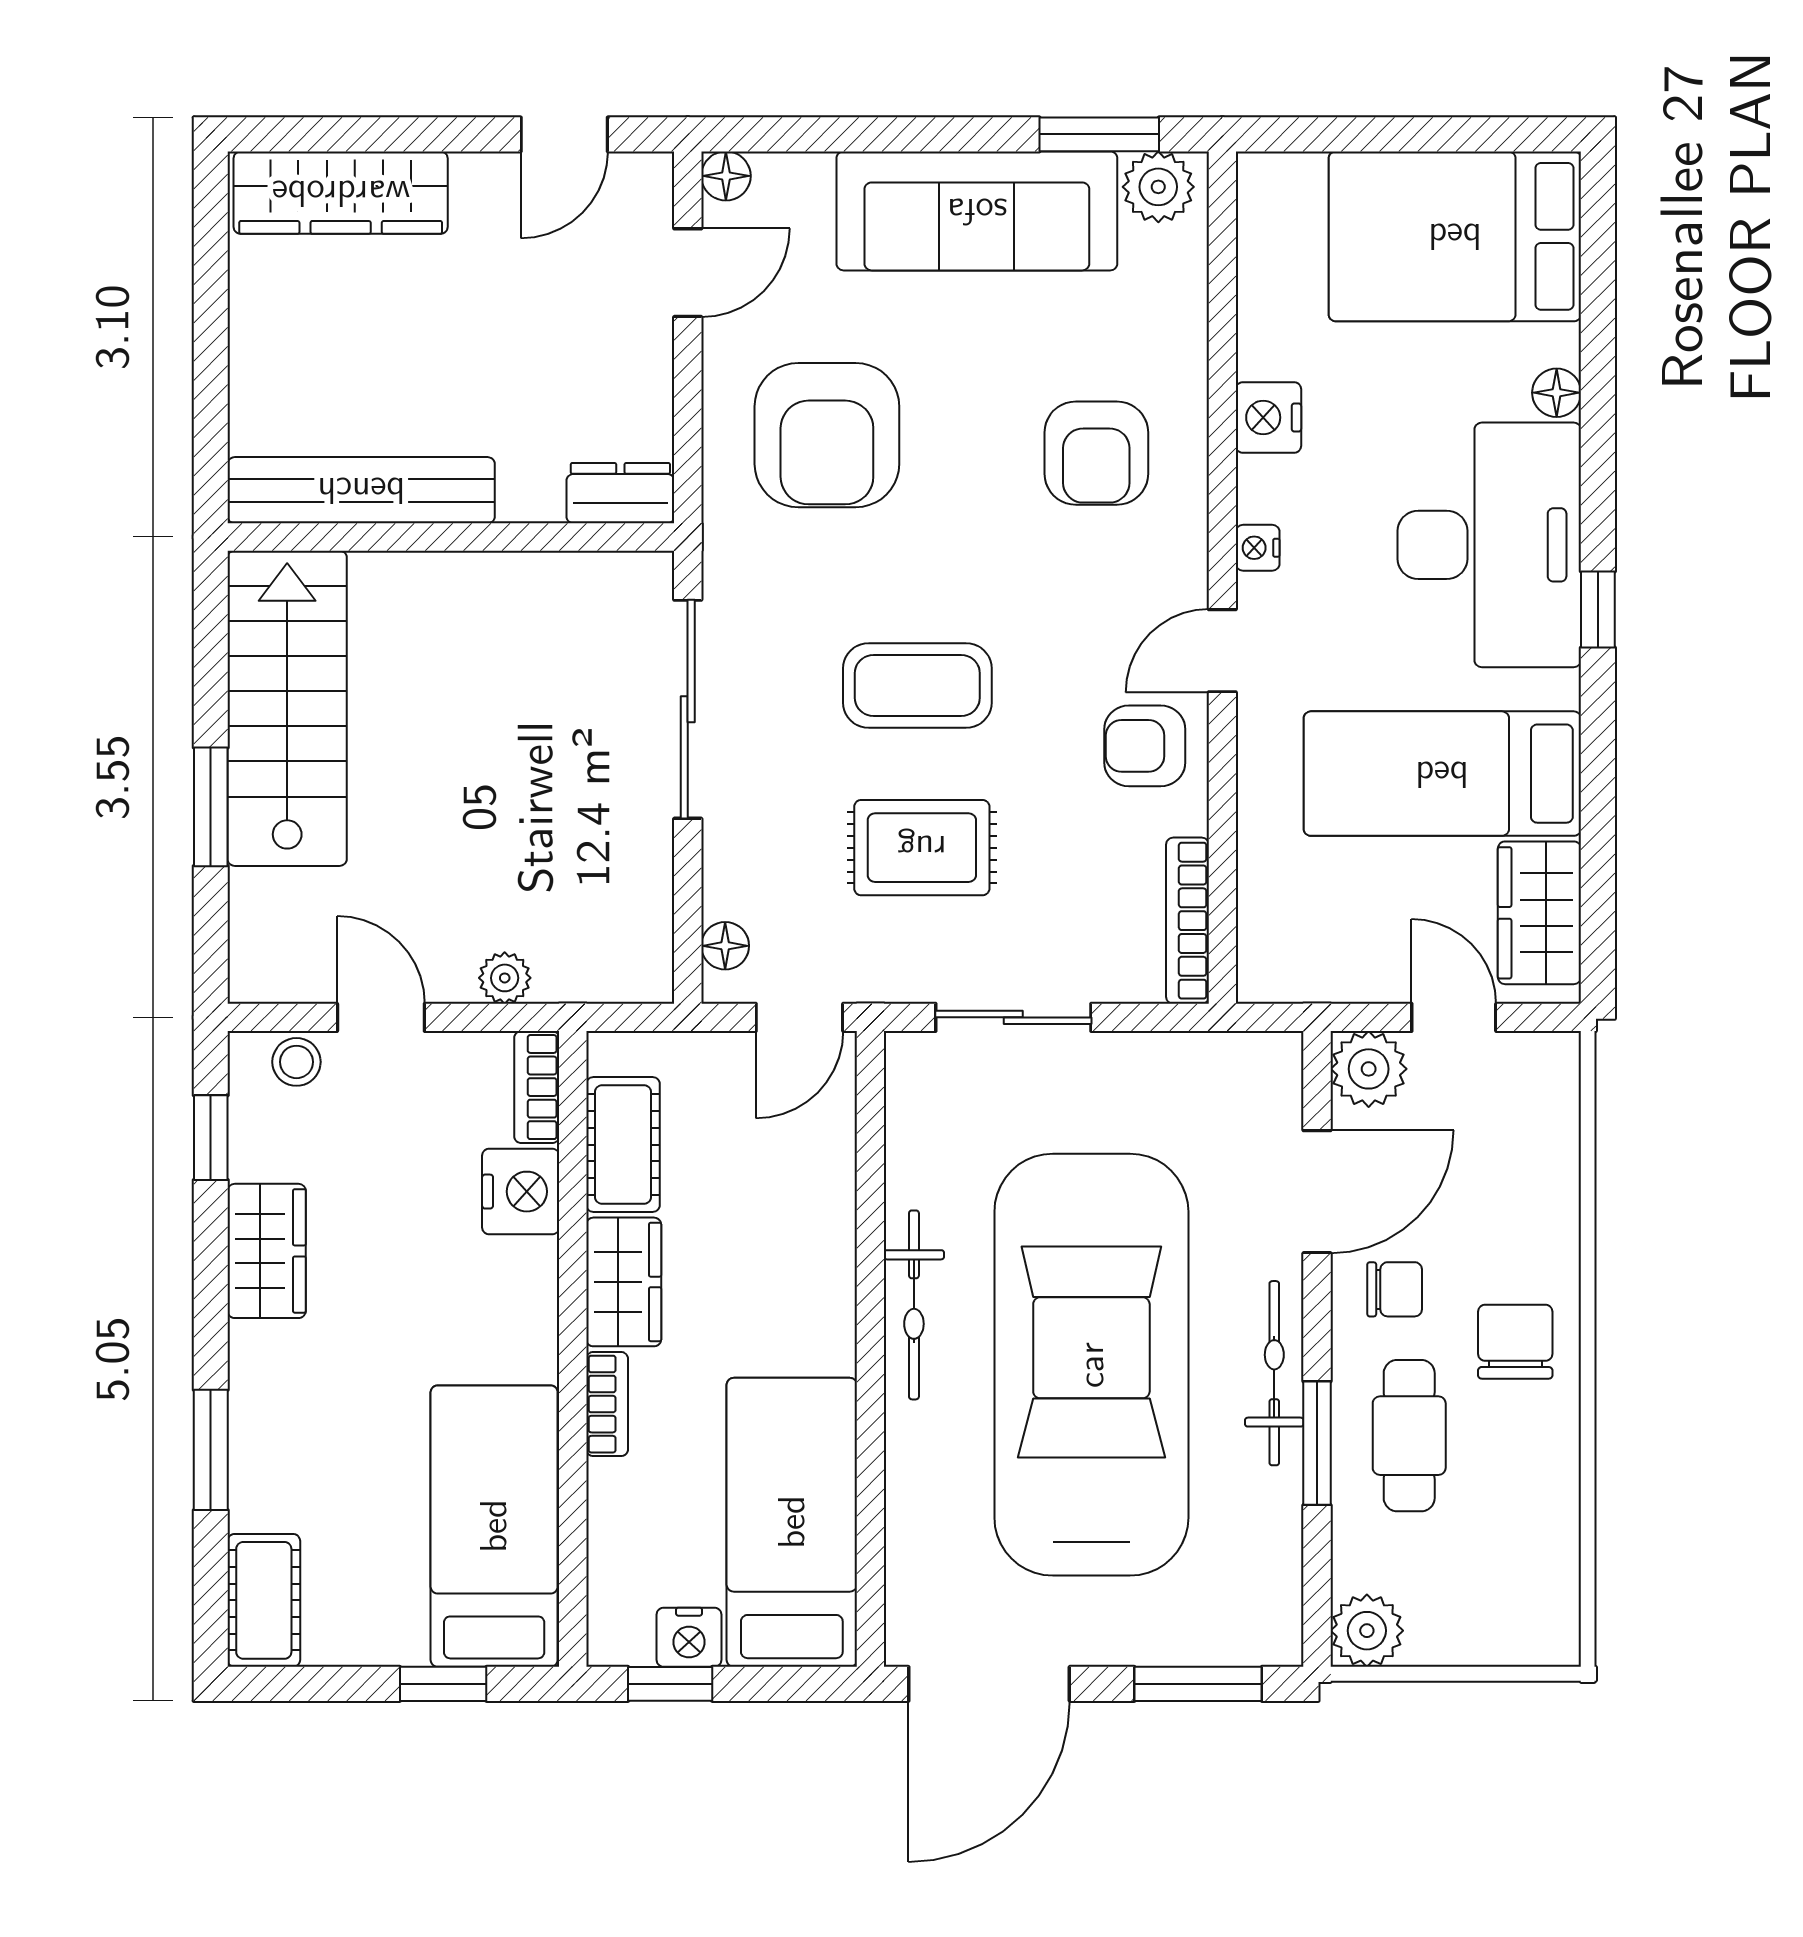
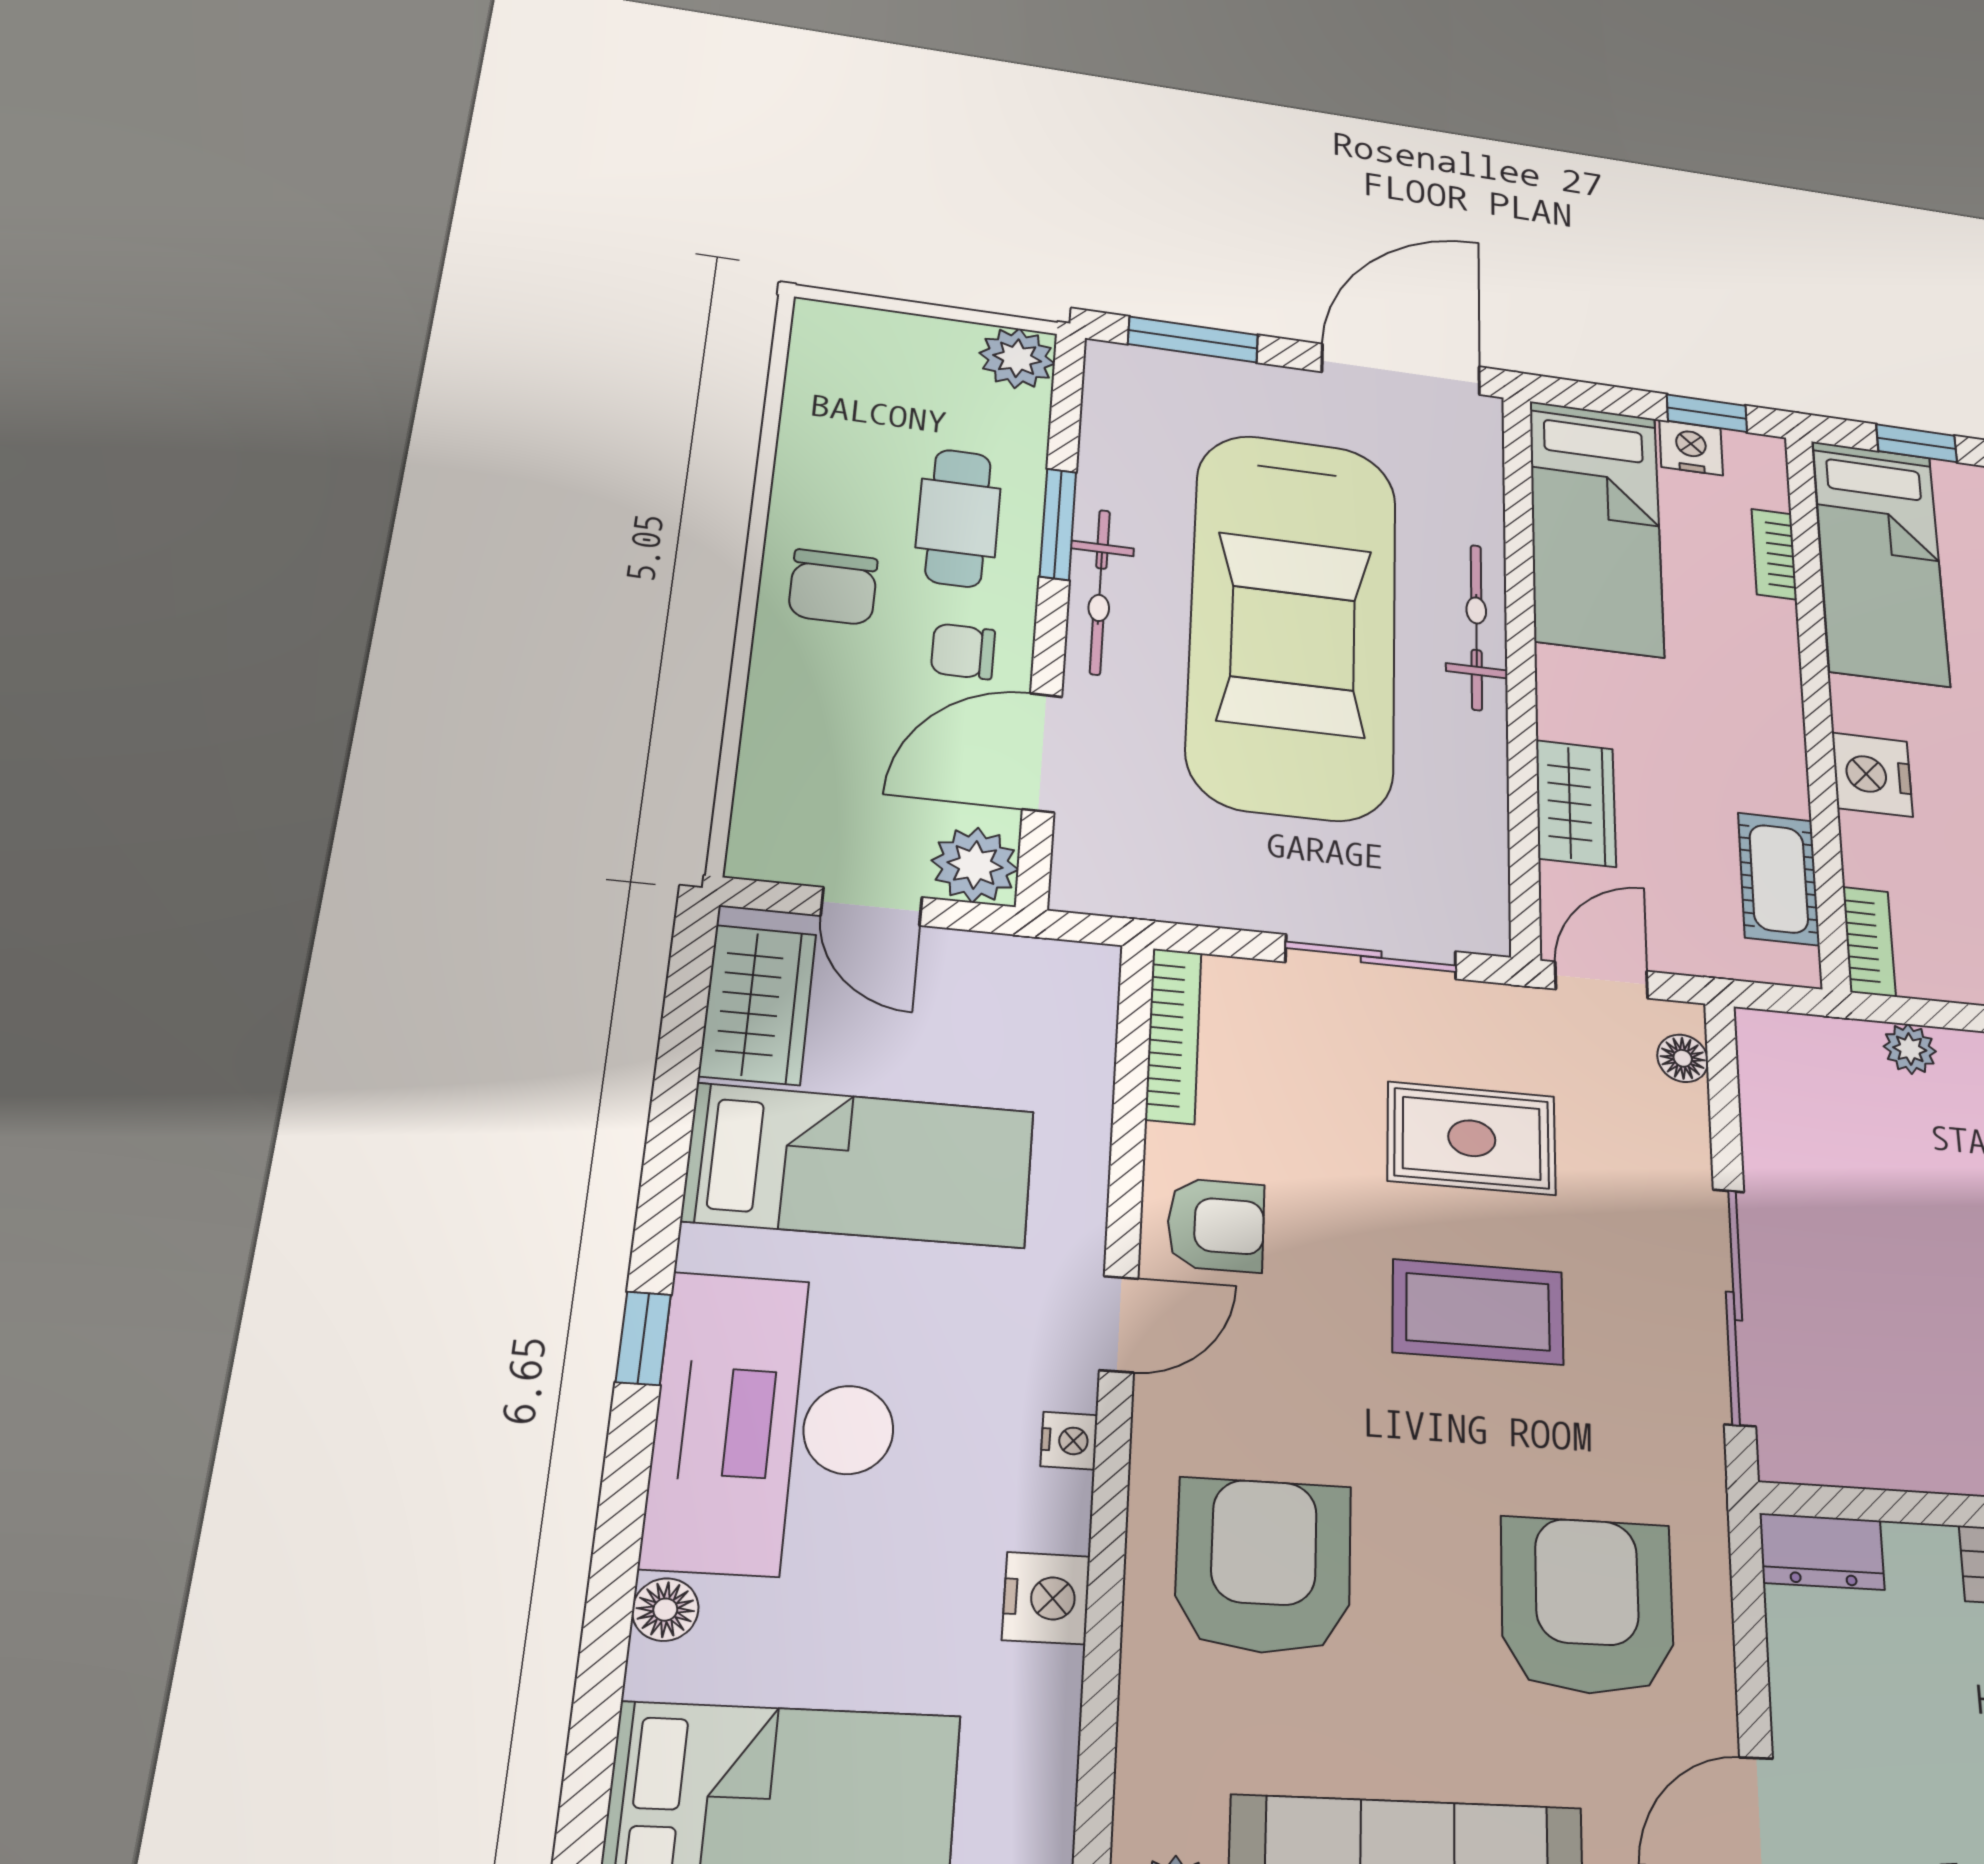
armchair: (1096, 453) -> (1264, 1566), width x1.36, depth x1.36
nightstand: (521, 1192) -> (1872, 775), moved
wardrobe: (624, 1282) -> (1576, 803), moved, turned 180
bicycle: (914, 1305) -> (1476, 627), moved
bookcase: (607, 1404) -> (1774, 554), moved

